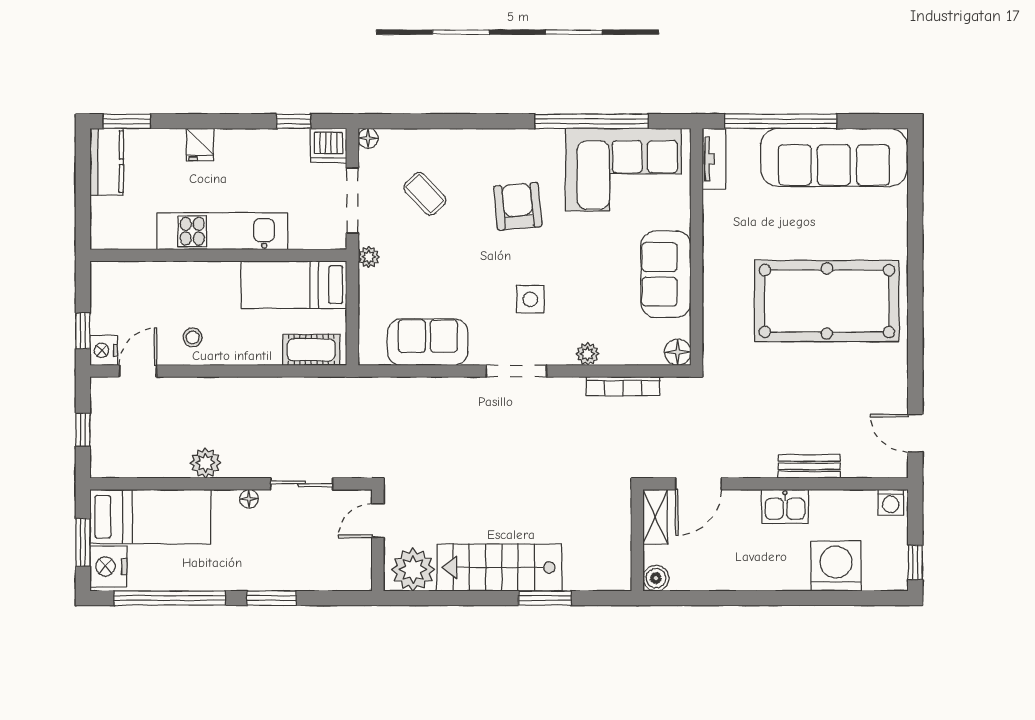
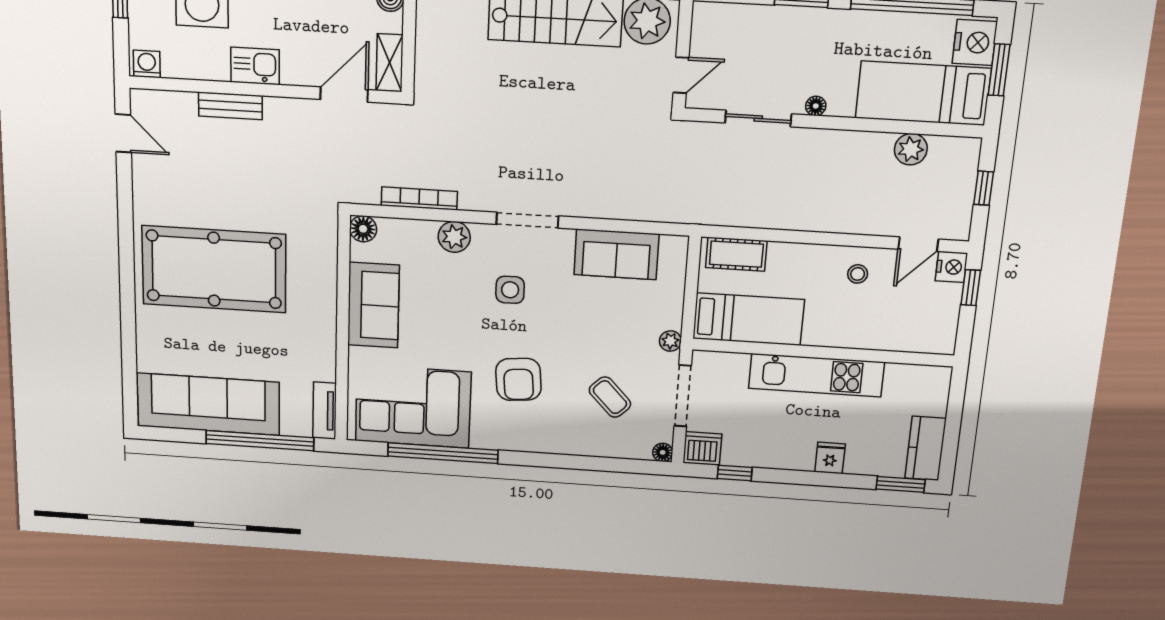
plant: (588, 354) -> (454, 237), width x1.38, depth x1.38
plant: (205, 463) -> (911, 149), moved

